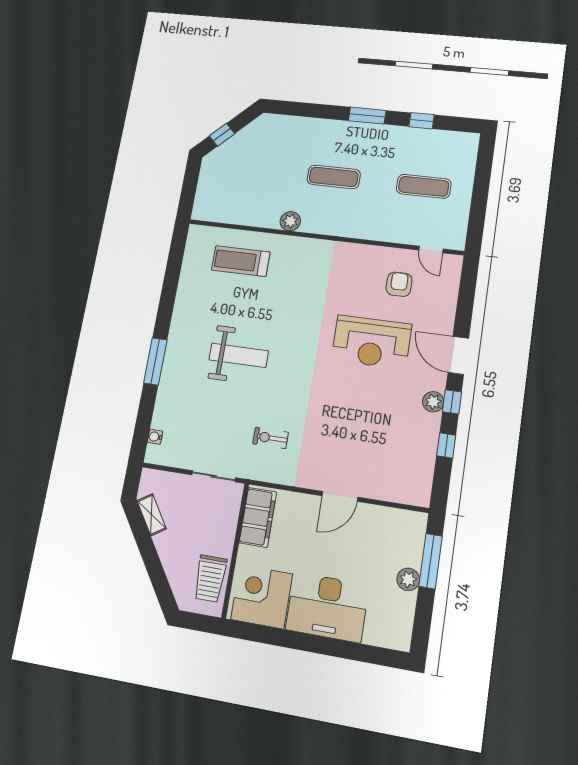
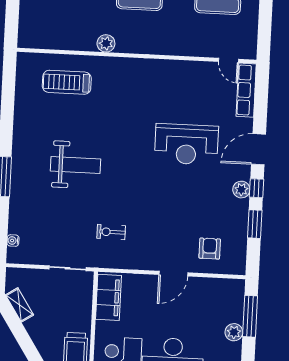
armchair: (399, 284) -> (210, 249), moved
row of seats: (449, 285) -> (246, 90), added
door: (458, 355) -> (259, 149), hinge flipped
window: (446, 445) -> (255, 224), width x1.50

